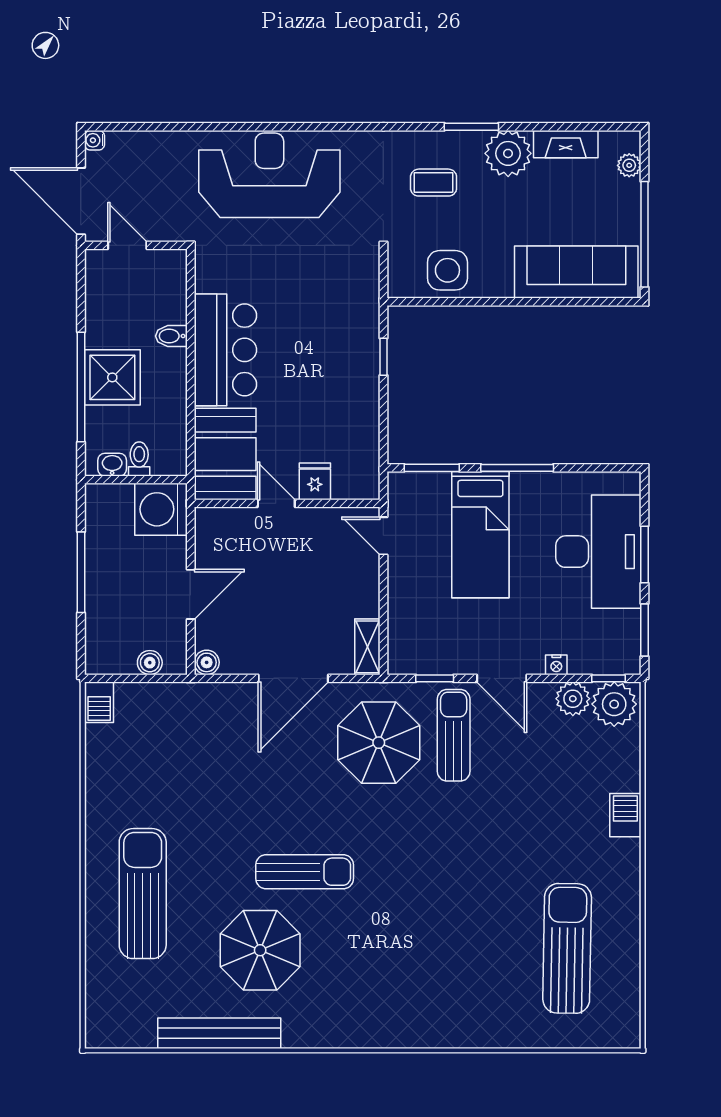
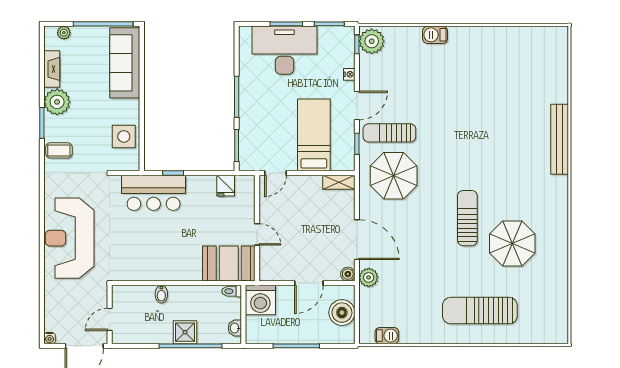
coffee table: (434, 183) -> (59, 150), moved, turned 90
bar counter: (225, 350) -> (154, 193), moved, turned 180
shower: (112, 377) -> (185, 332), width x0.73, depth x0.73
toilet: (139, 459) -> (232, 291), moved
fridge: (315, 481) -> (226, 186), moved, turned -90
door: (276, 503) -> (257, 234), swing flipped
bed: (480, 535) -> (314, 135), moved, turned -90
door: (191, 594) -> (309, 283), swing flipped
boiler: (150, 663) -> (342, 313), width x1.86, depth x1.86
door: (293, 678) -> (357, 240), moved
plant: (573, 699) -> (369, 277), moved
barbecue: (99, 702) -> (387, 336), moved
sun lounger: (567, 948) -> (511, 68), removed
bench: (219, 1033) -> (560, 139), moved

